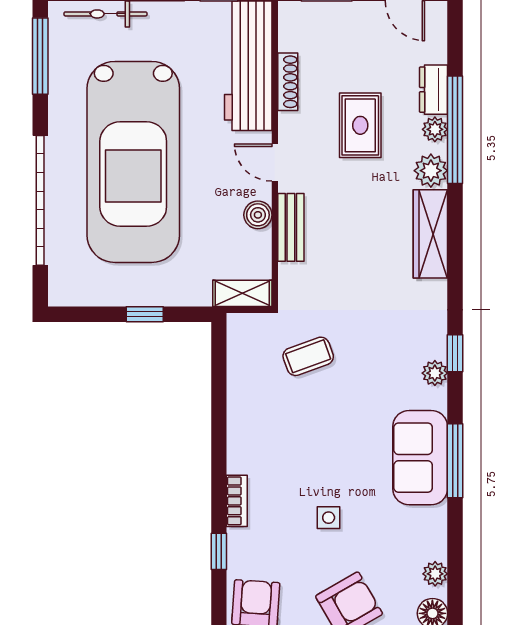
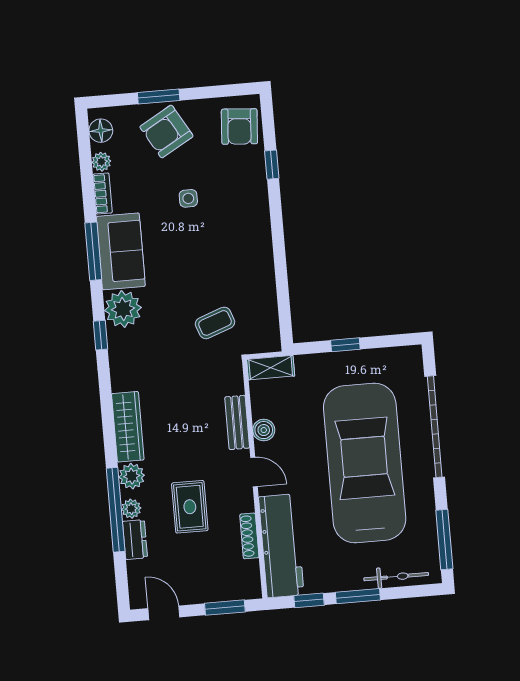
plant: (435, 373) -> (123, 309), width x1.88, depth x1.88
bookcase: (237, 501) -> (102, 194), moved, turned 180

